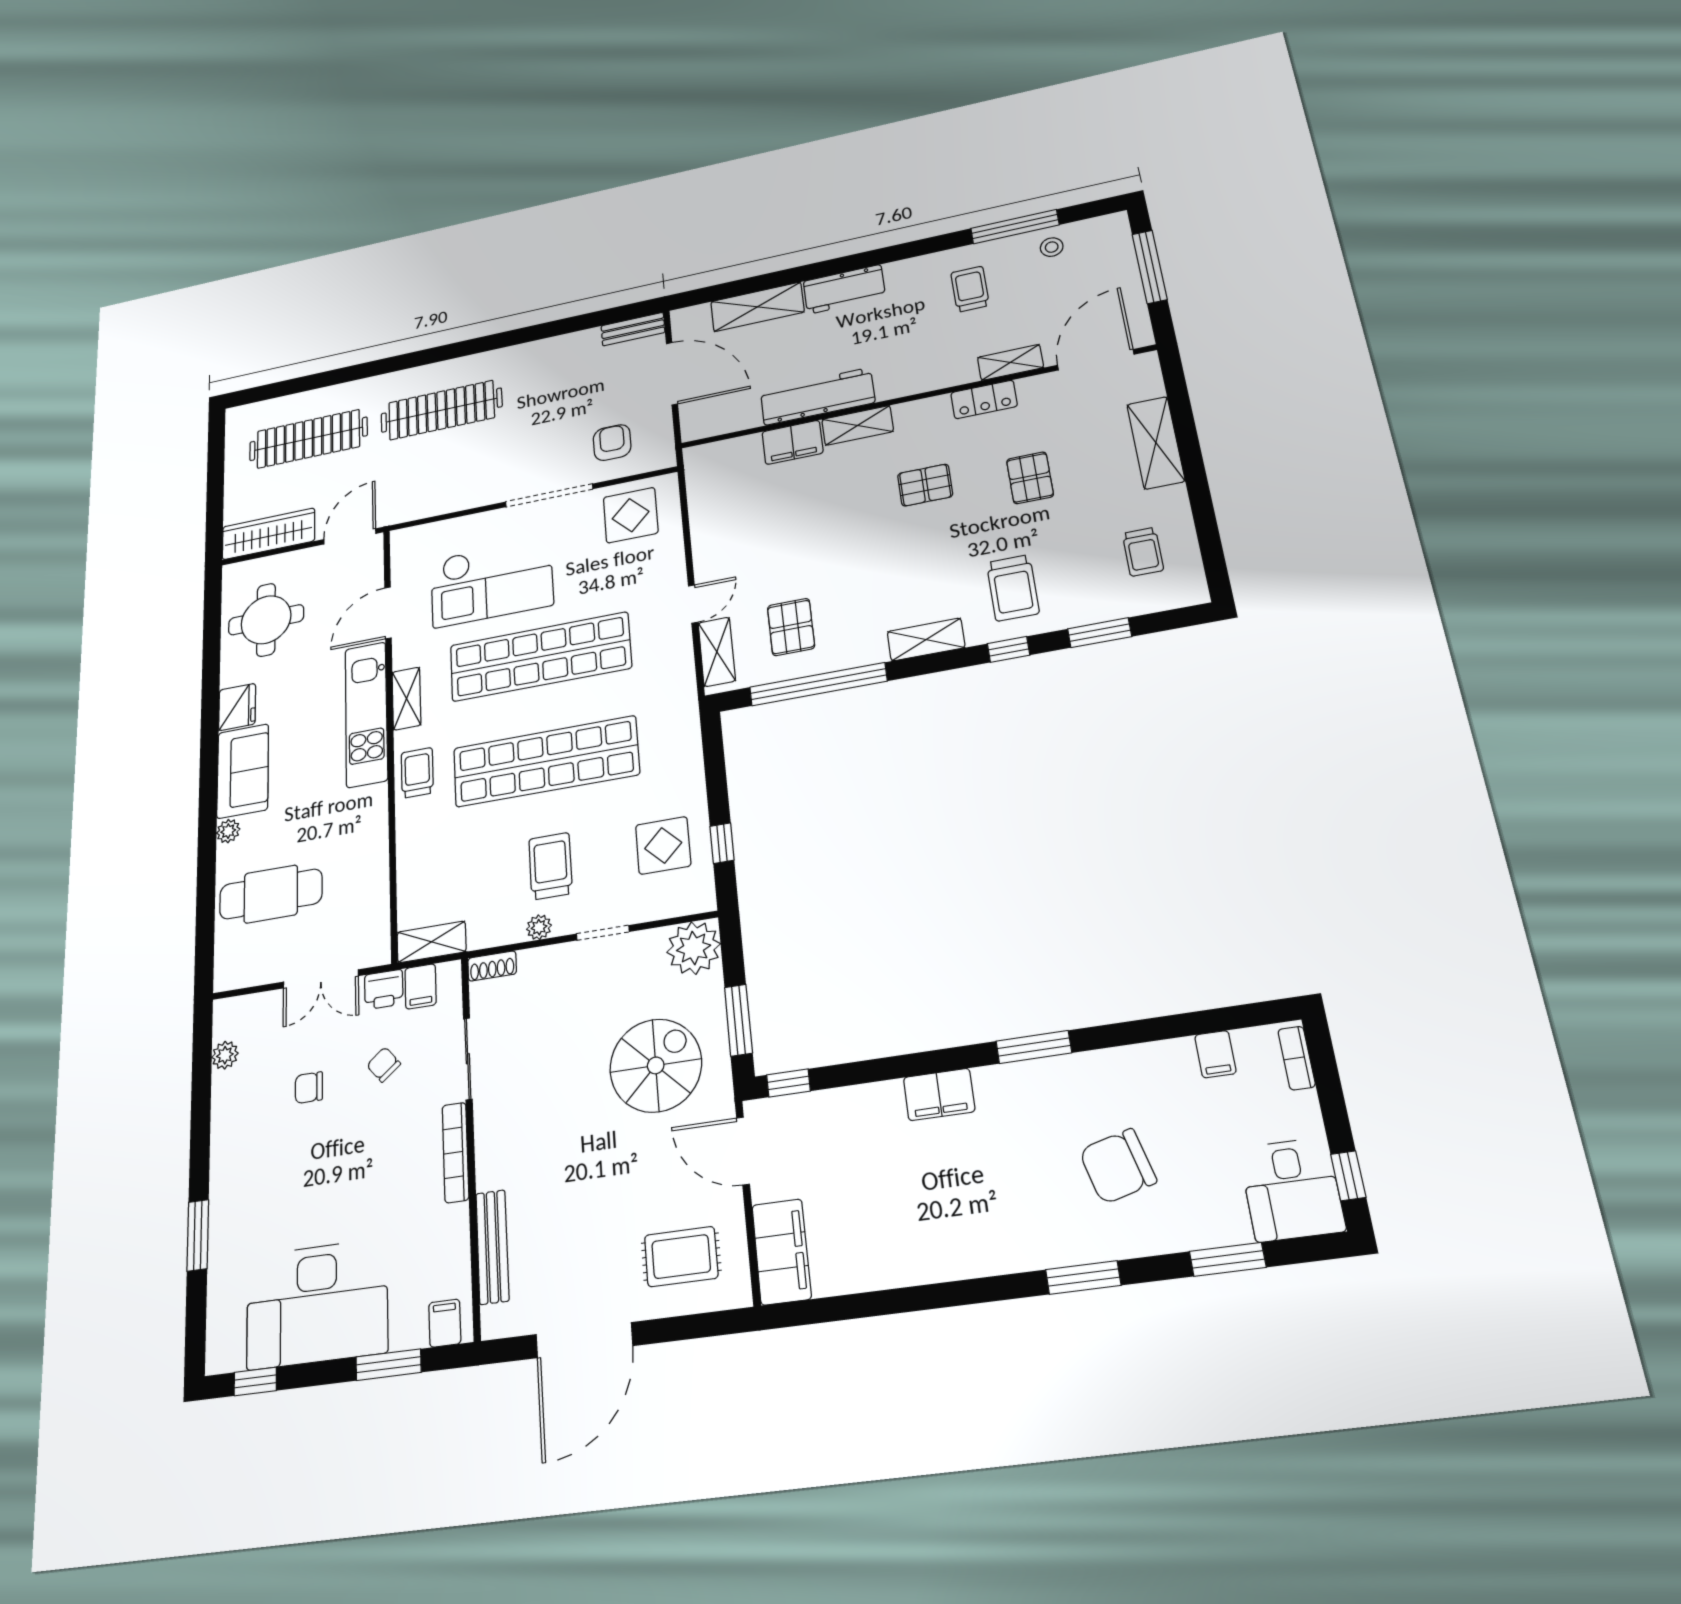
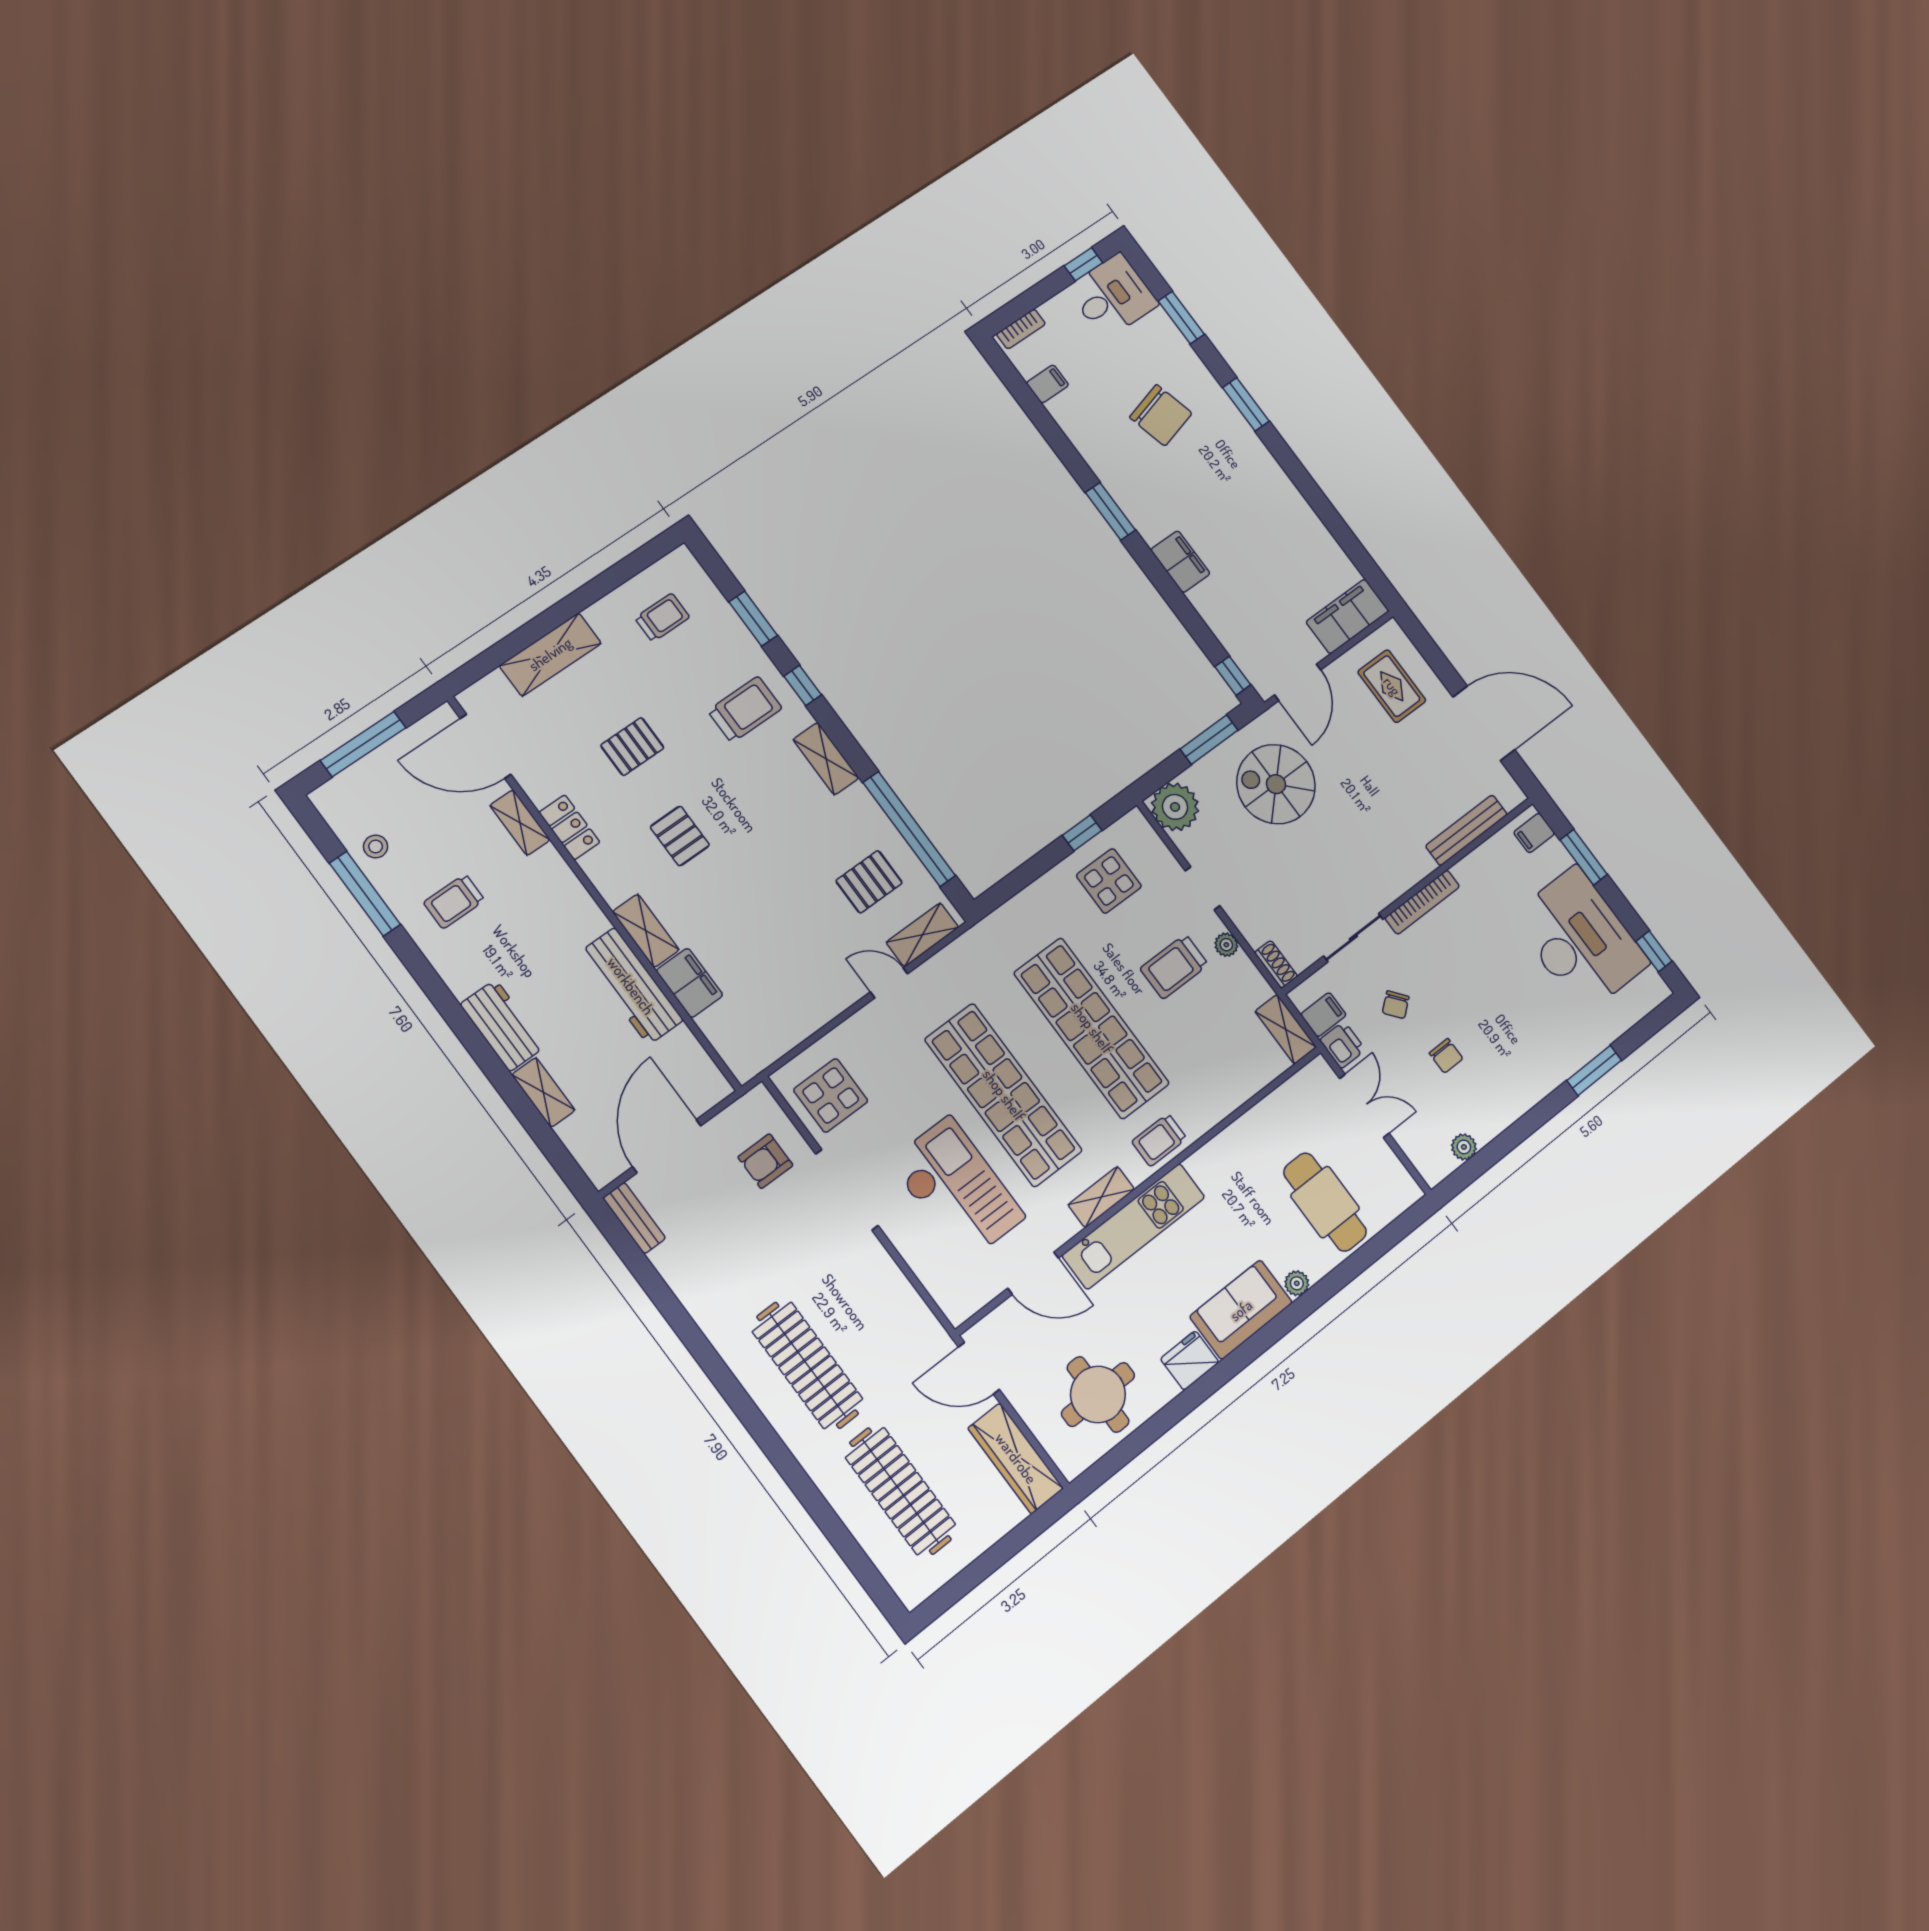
shelving: (757, 307) -> (543, 1092), width x0.67, depth x0.75

